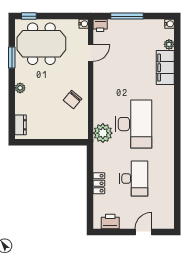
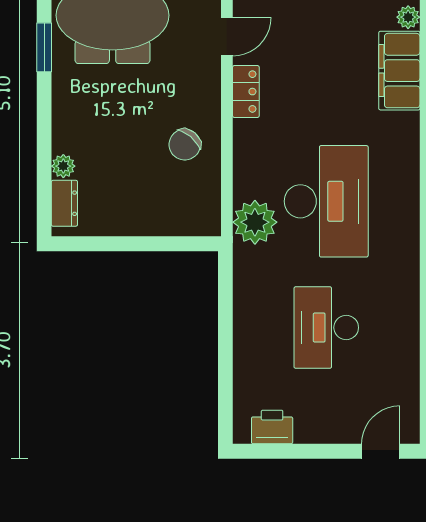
plant: (20, 88) -> (63, 166), moved
desk: (134, 179) -> (326, 328), turned 180
locker: (99, 183) -> (246, 92), moved
door: (143, 232) -> (381, 451), moved

